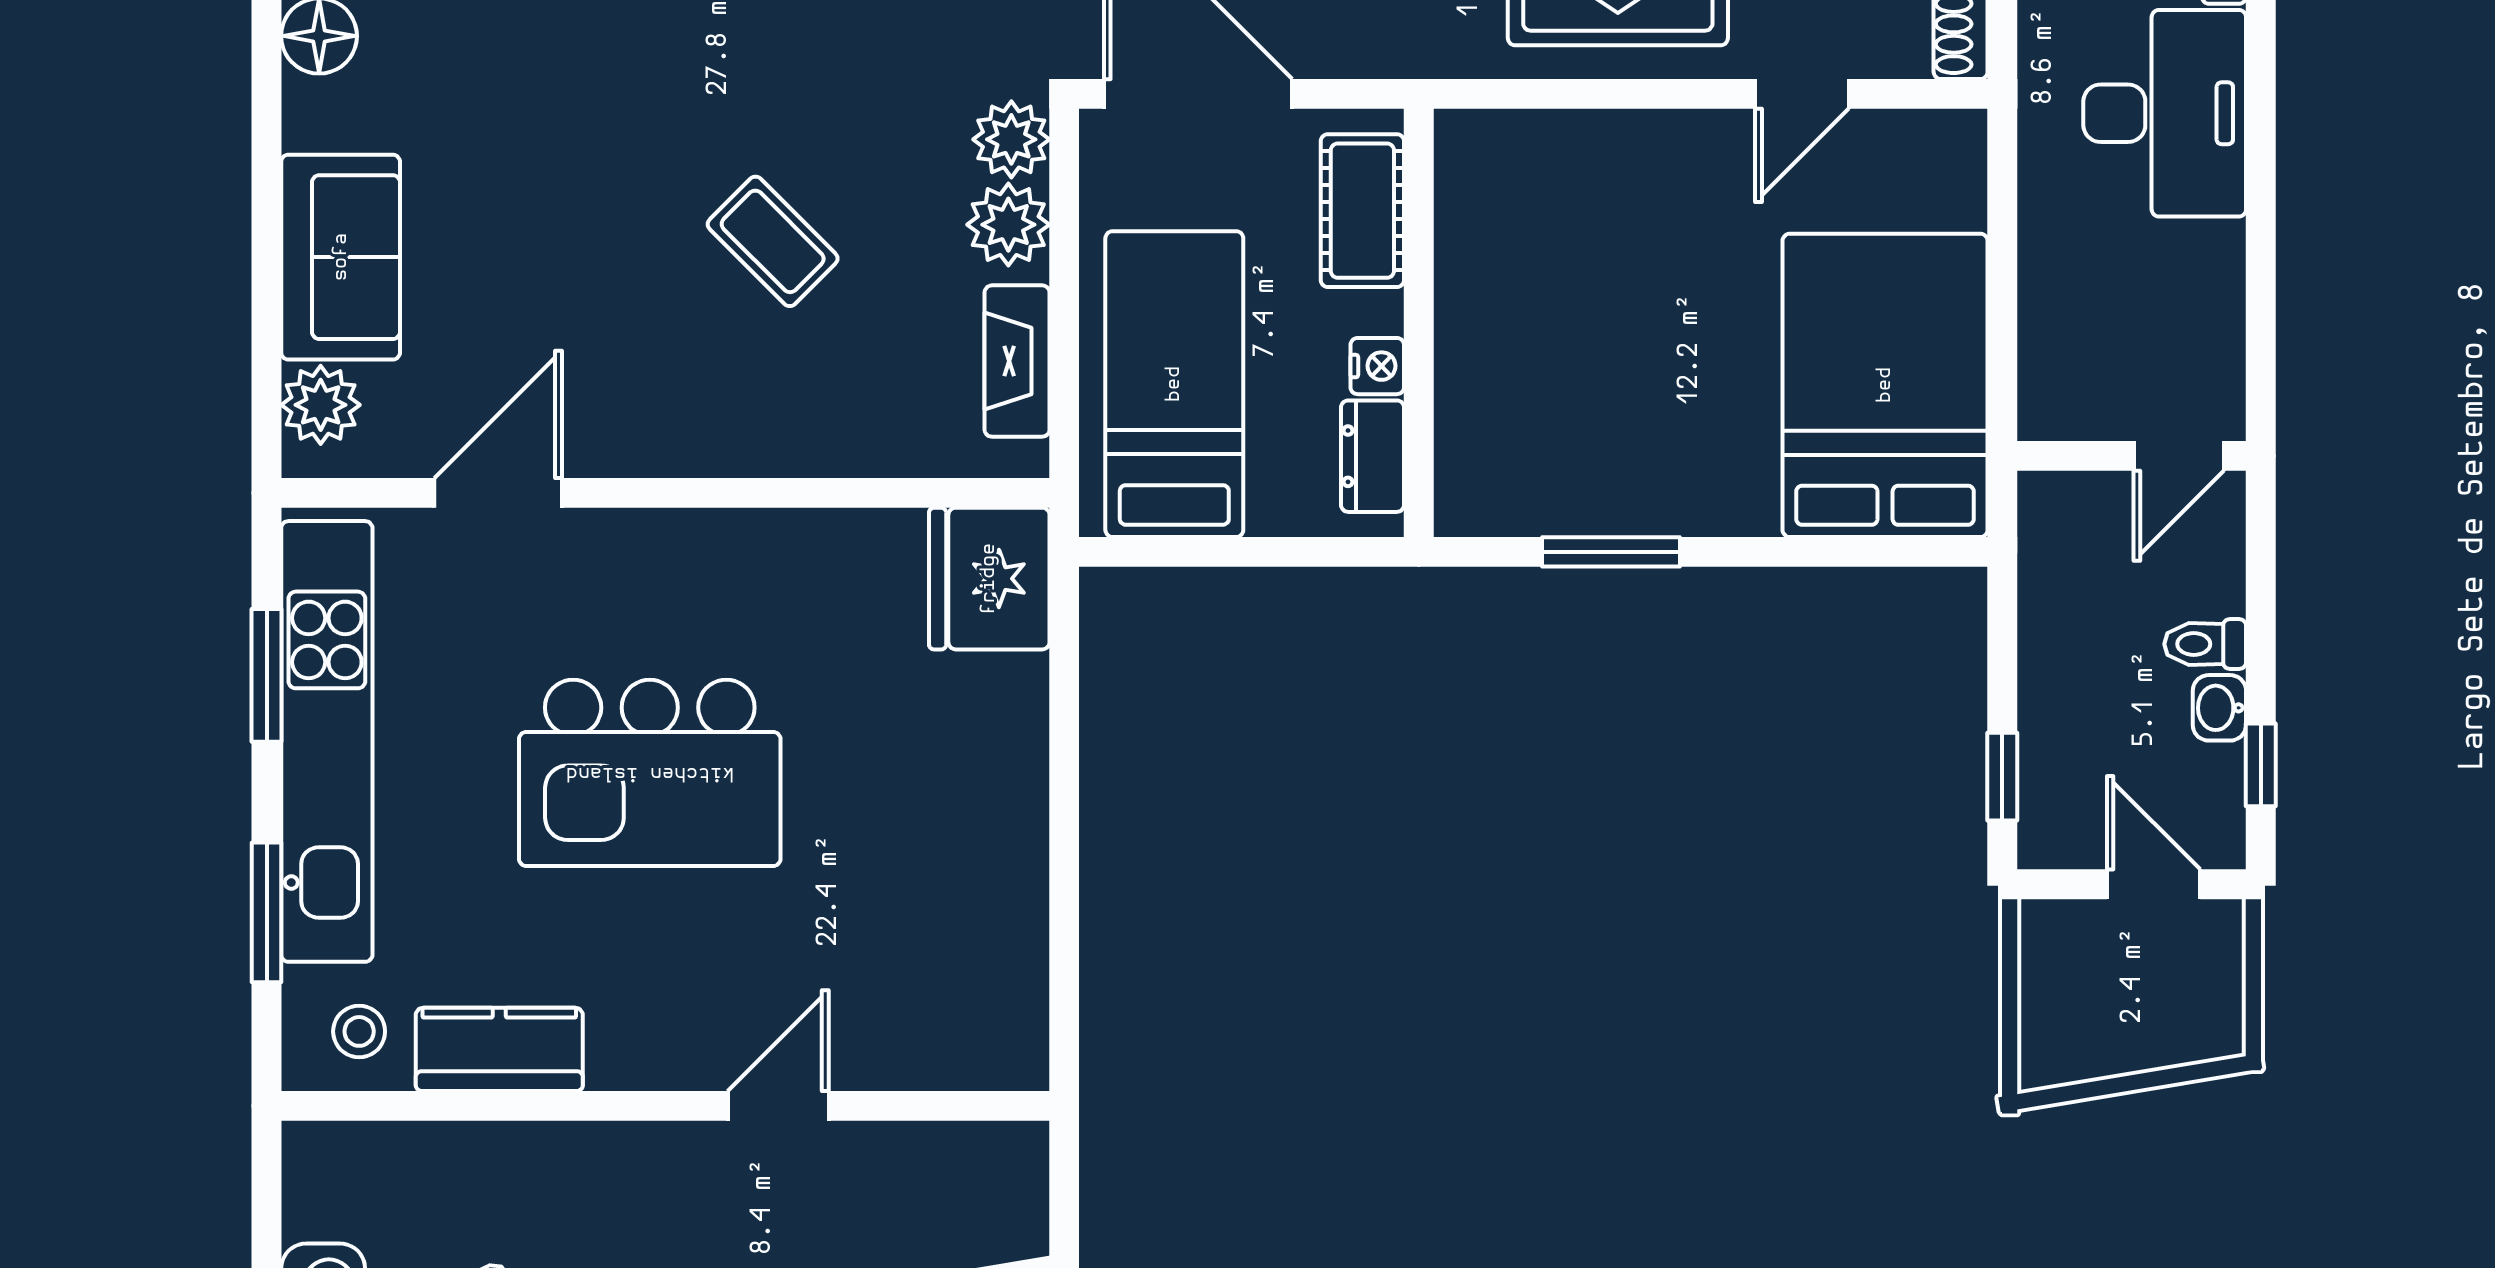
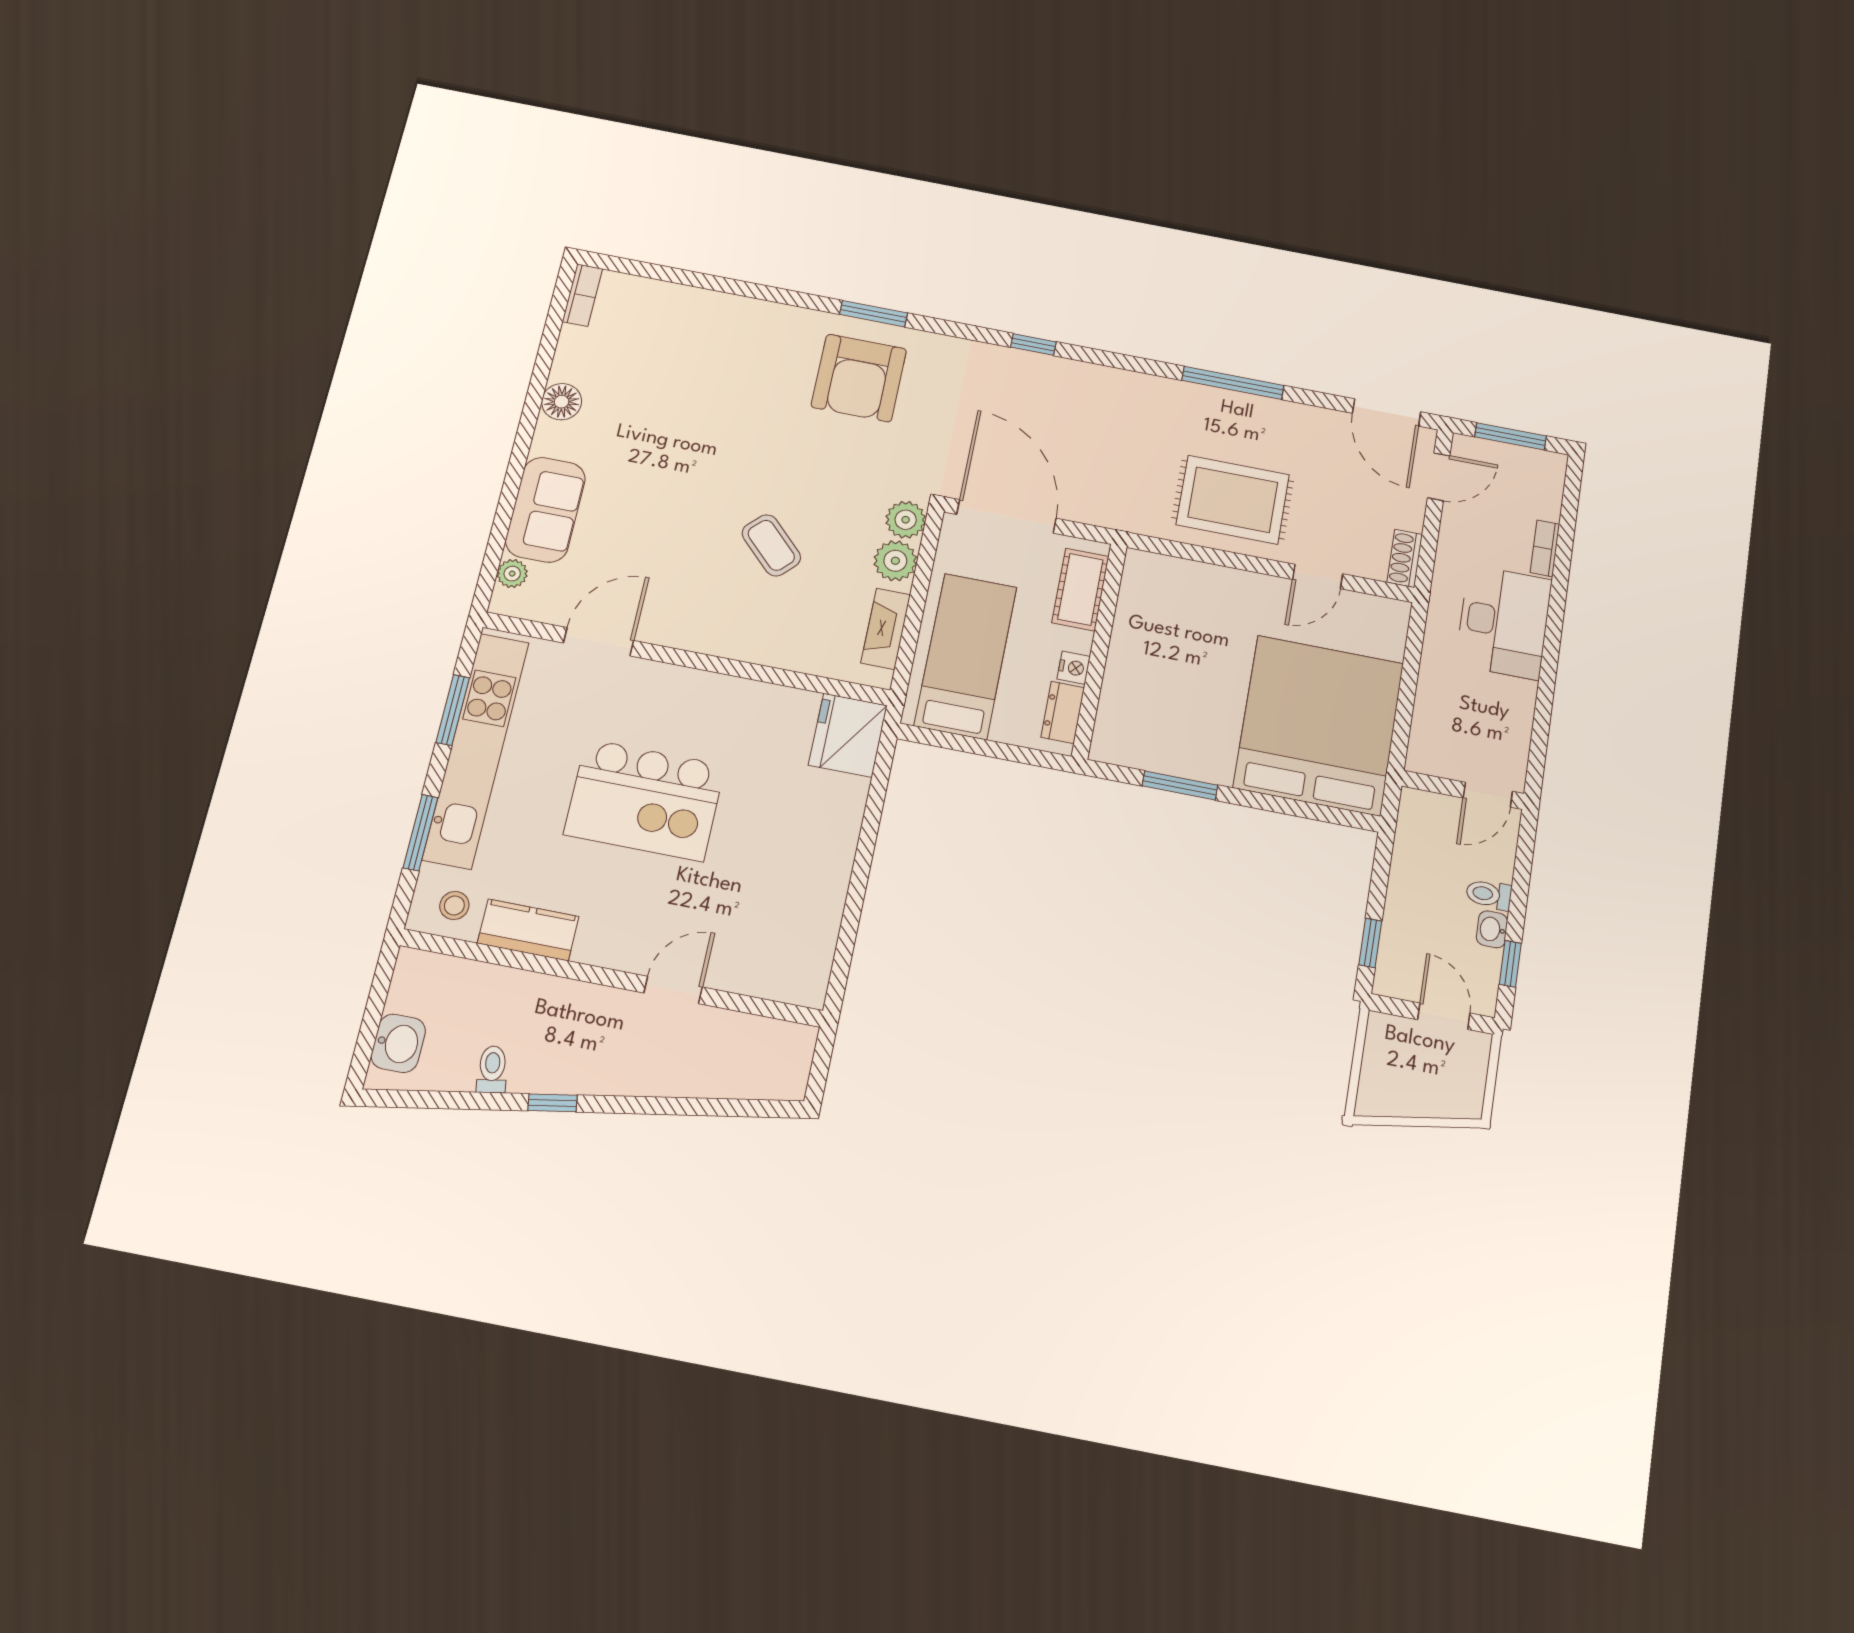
bed: (1885, 385) -> (1319, 725), width x1.36
plant: (321, 405) -> (512, 574), width x0.73, depth x0.73

